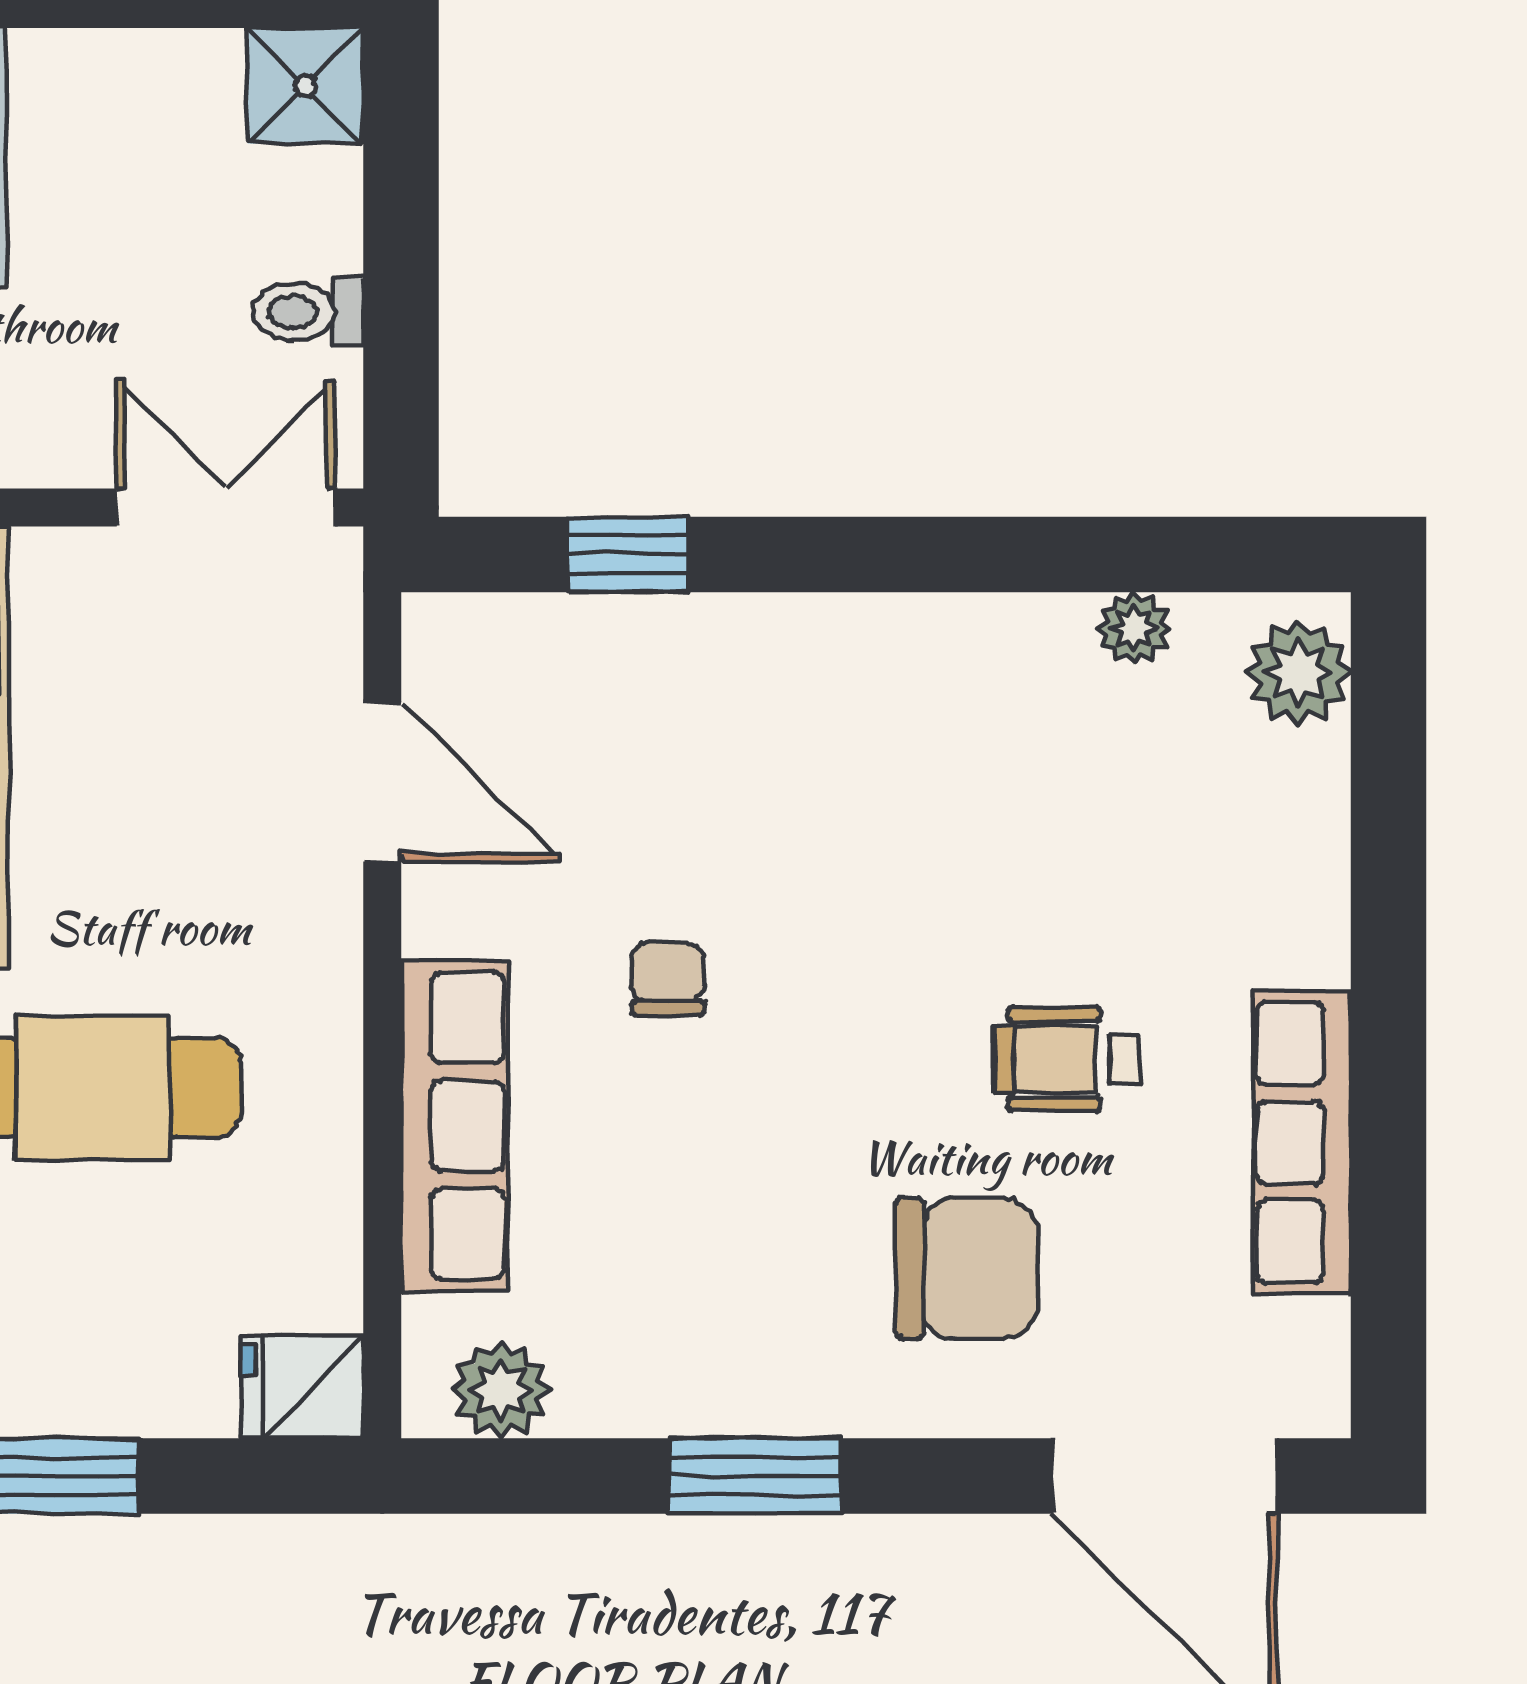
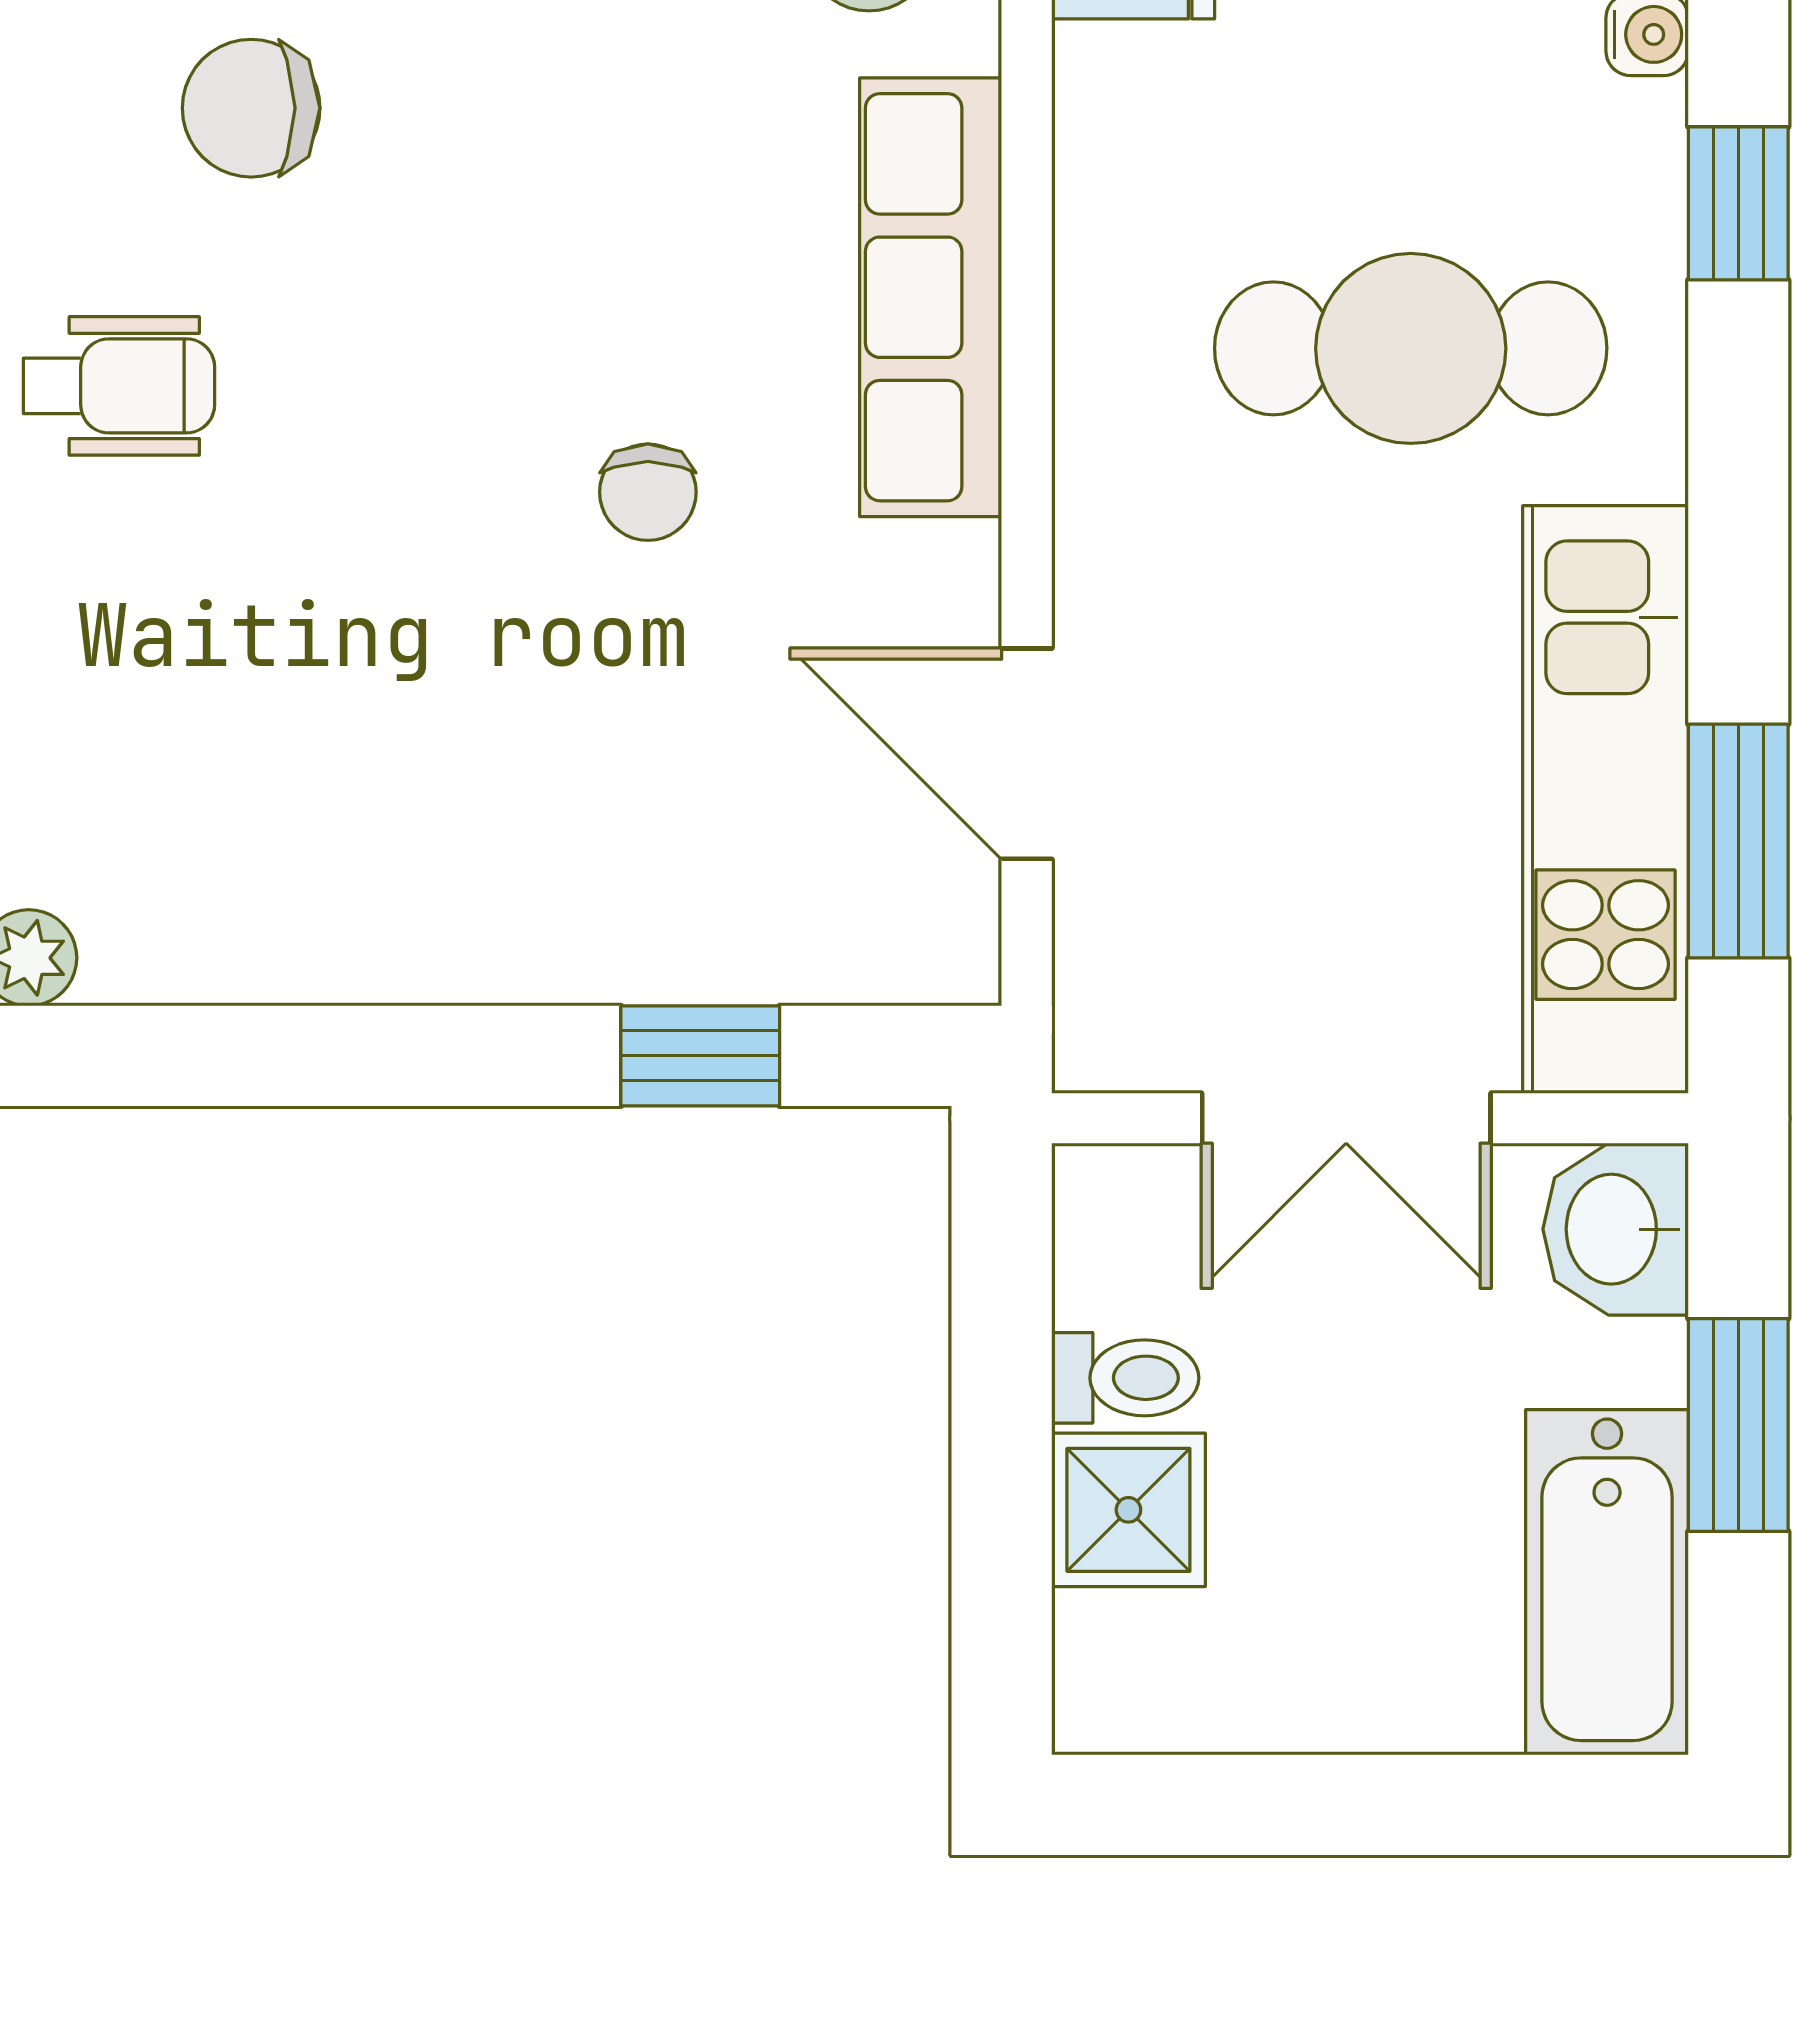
shower: (306, 86) -> (1128, 1510), moved
double door: (226, 507) -> (1346, 1118), moved
chair: (966, 1268) -> (251, 108), width x0.73, depth x0.73

